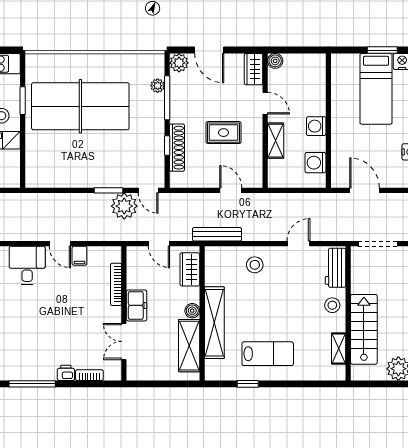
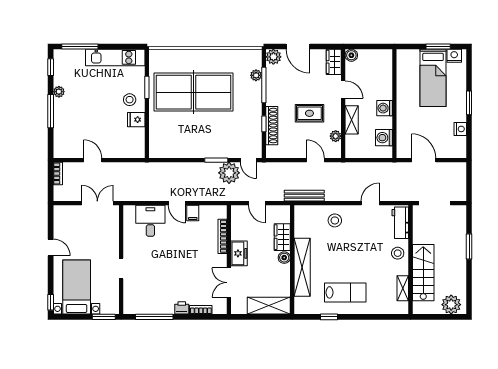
plant: (256, 161) -> (336, 136), added
wardrobe: (190, 269) -> (282, 237), moved
shelving: (189, 346) -> (269, 306), moved, turned 90

